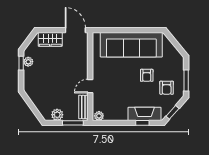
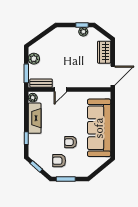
door: (90, 86) -> (61, 89), swing flipped
fireplace: (144, 114) -> (35, 118), moved

